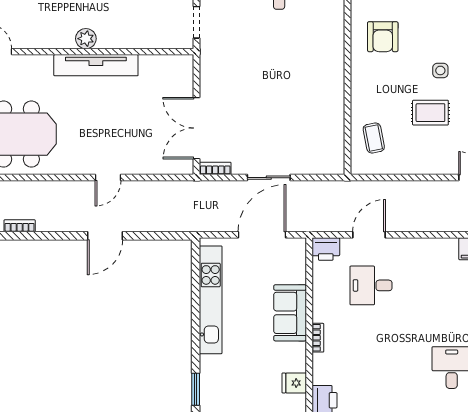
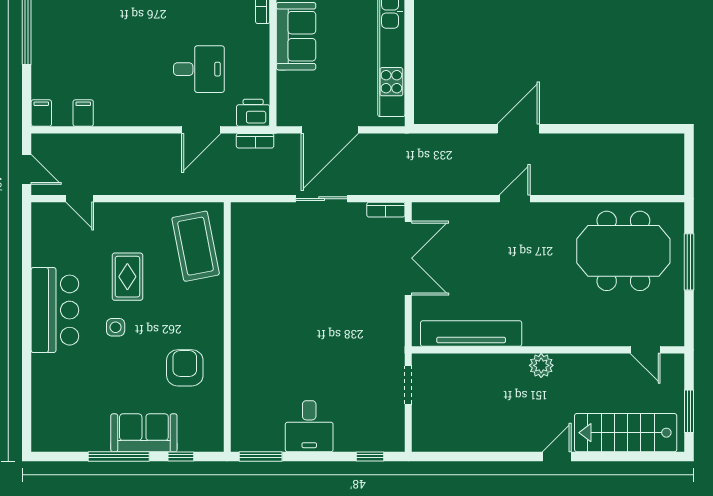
tv unit: (96, 65) -> (471, 334), moved
rug: (430, 113) -> (127, 277), turned 90
coffee table: (374, 138) -> (196, 246), width x1.86, depth x1.72
bookcase: (20, 226) -> (255, 141), moved

